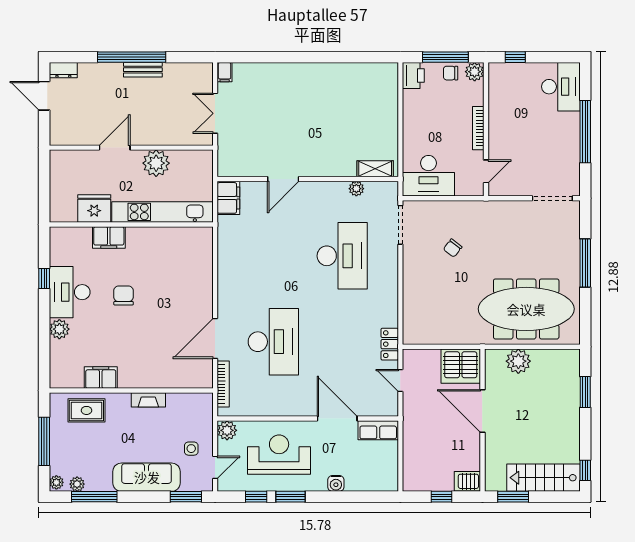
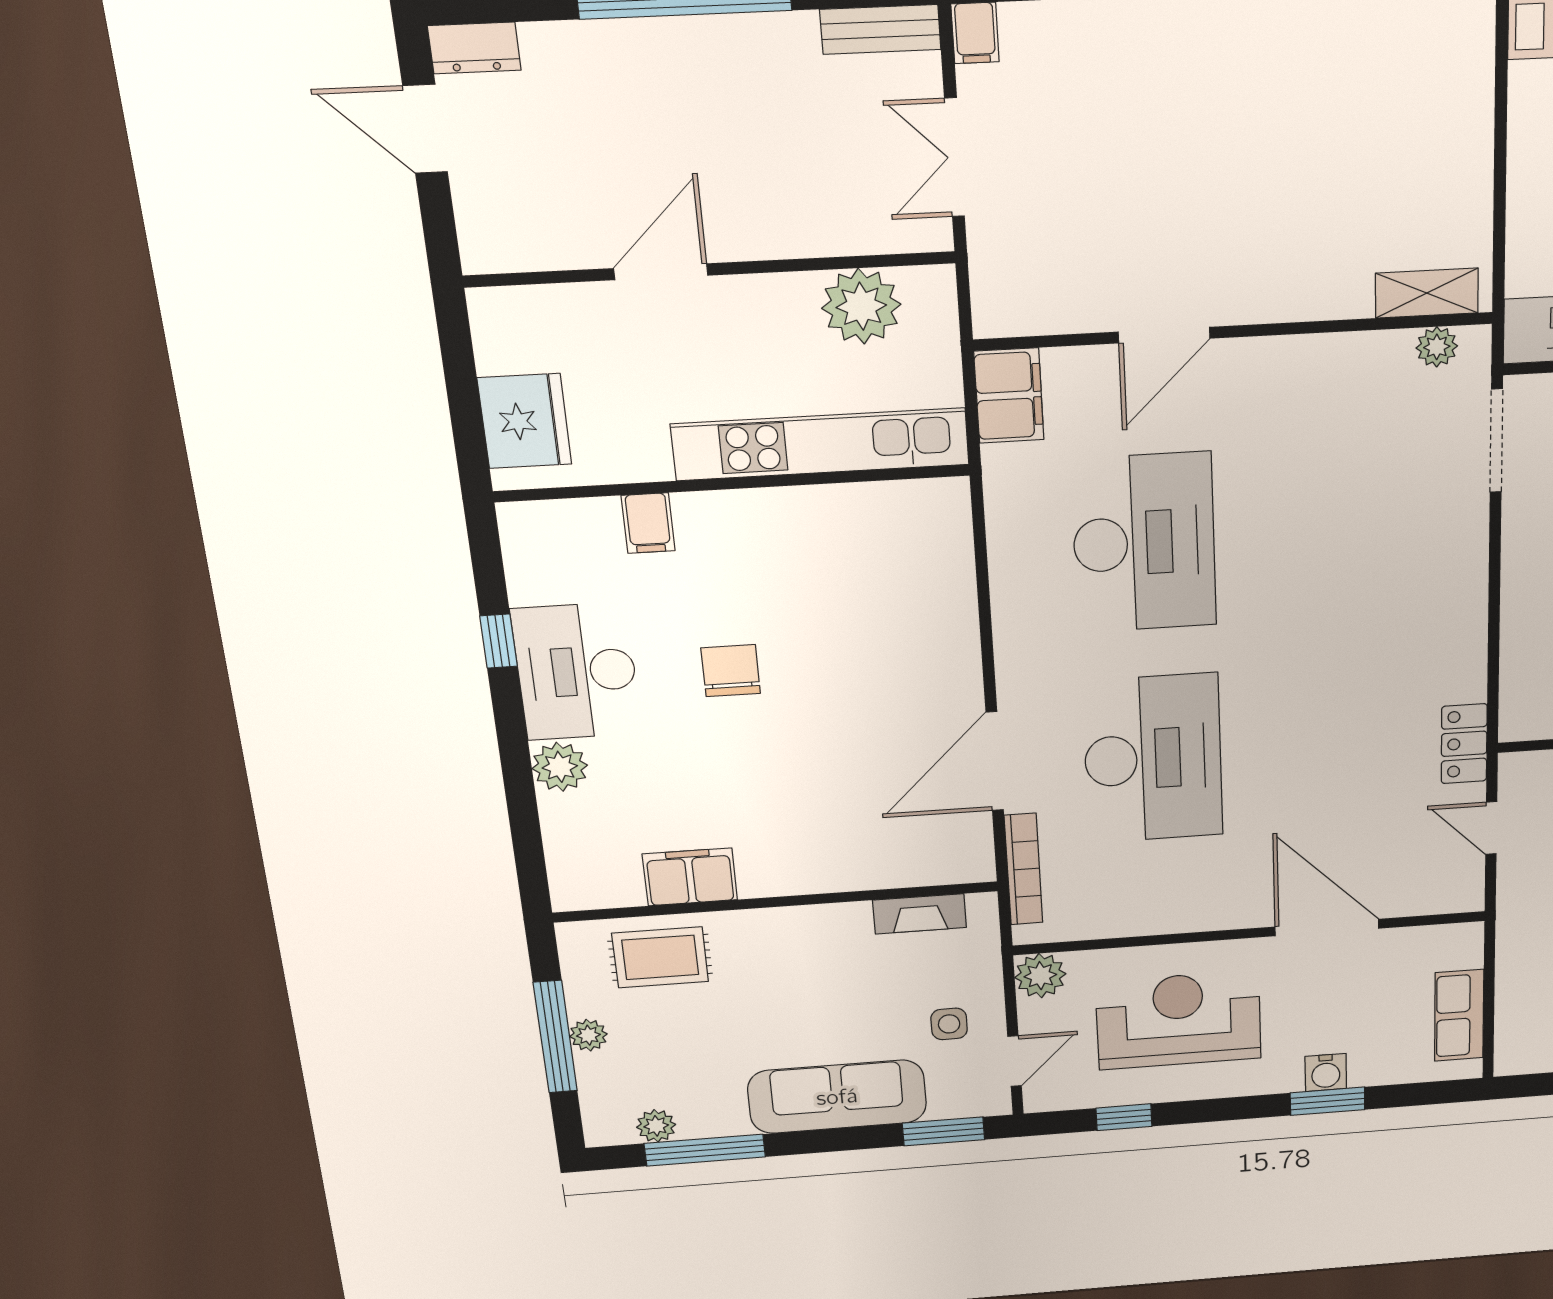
bench: (143, 70) -> (880, 29), moved
plant: (156, 163) -> (861, 306), moved
plant: (356, 189) -> (1437, 347), moved
fridge: (94, 208) -> (525, 421), moved, turned 90
filing cabinet: (109, 237) -> (648, 523), width x0.50
desk: (342, 256) -> (1144, 543), moved
fireplace: (148, 400) -> (920, 914), moved
row of seats: (378, 430) -> (1459, 1015), moved, turned 90
plant: (56, 482) -> (588, 1035), moved
window: (291, 497) -> (1328, 1101), moved

